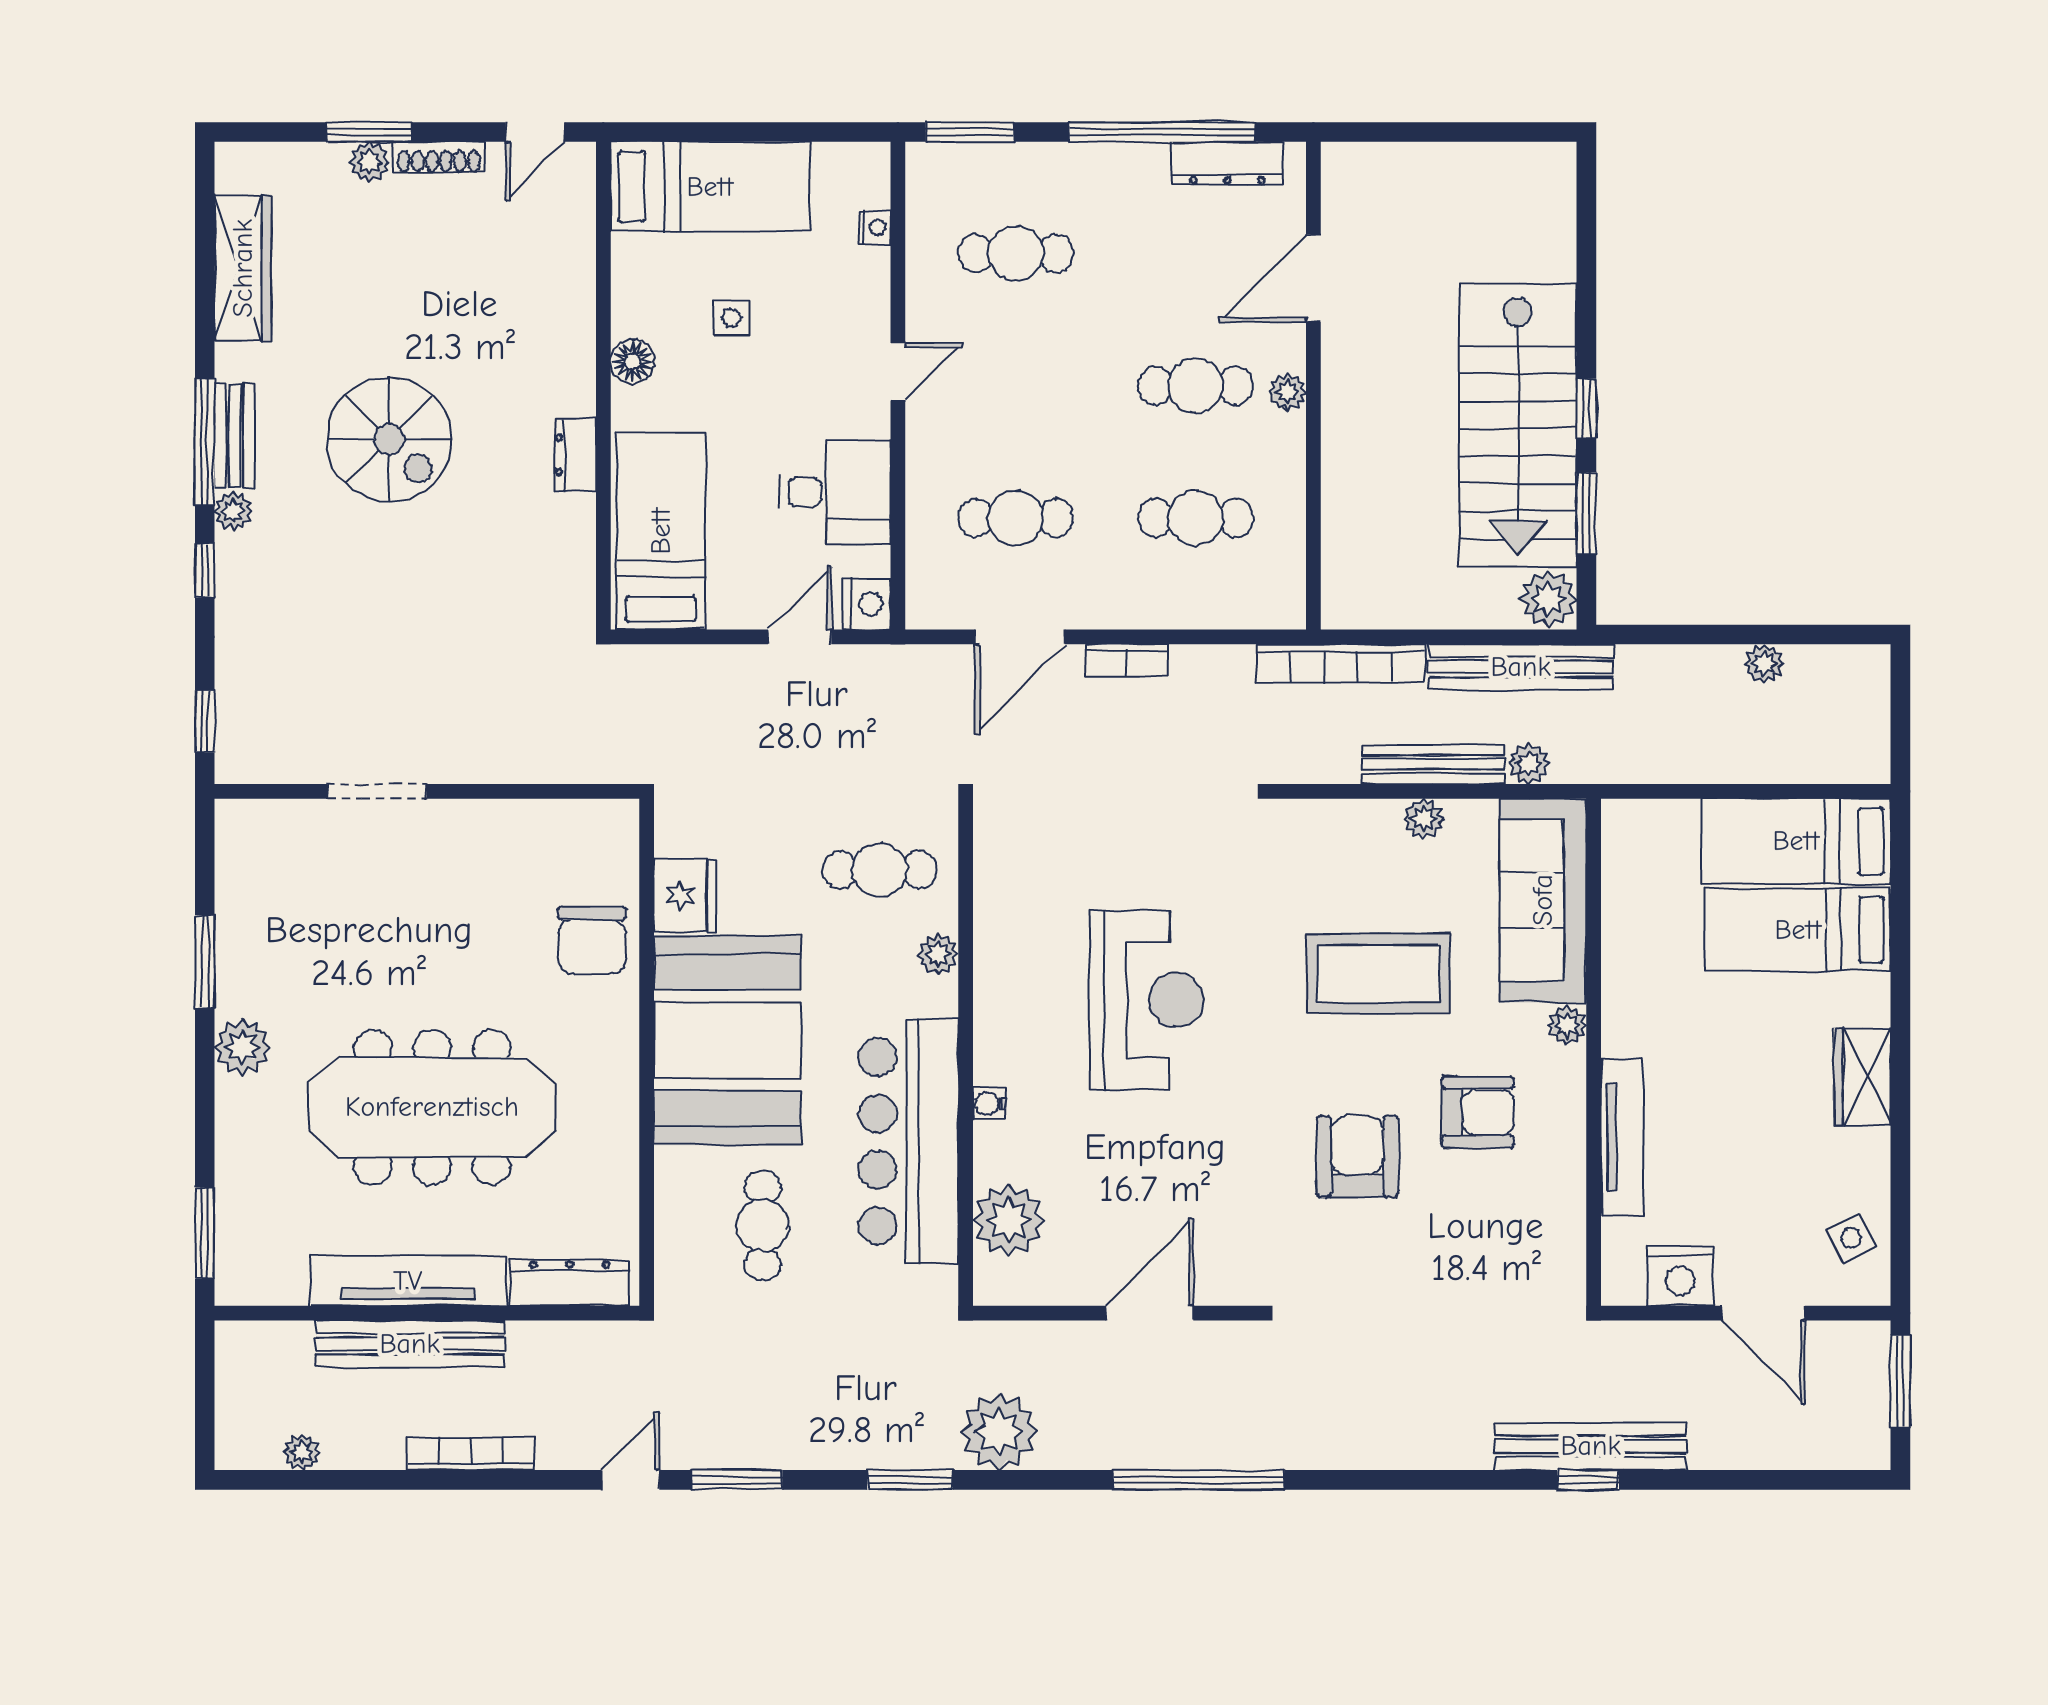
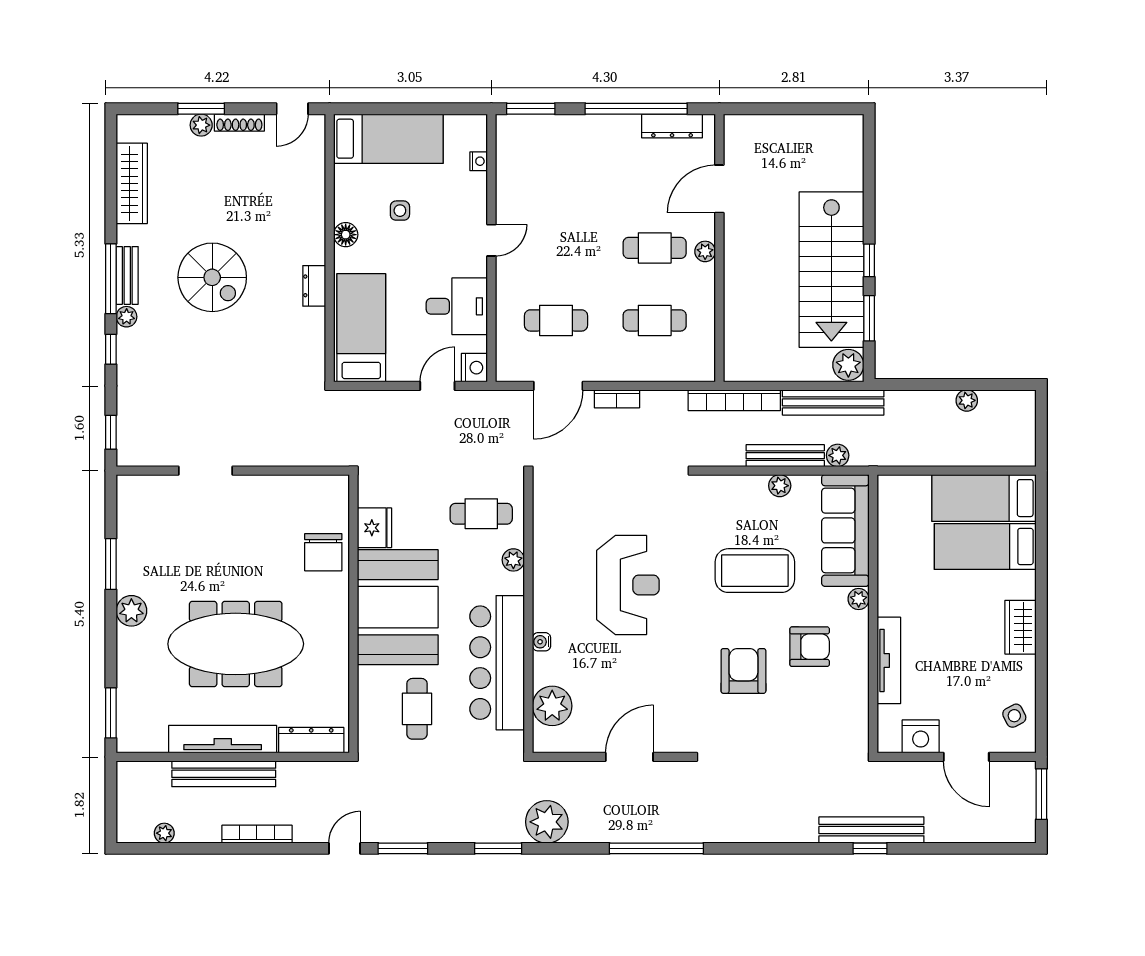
cafe table: (1016, 253) -> (556, 175), removed

